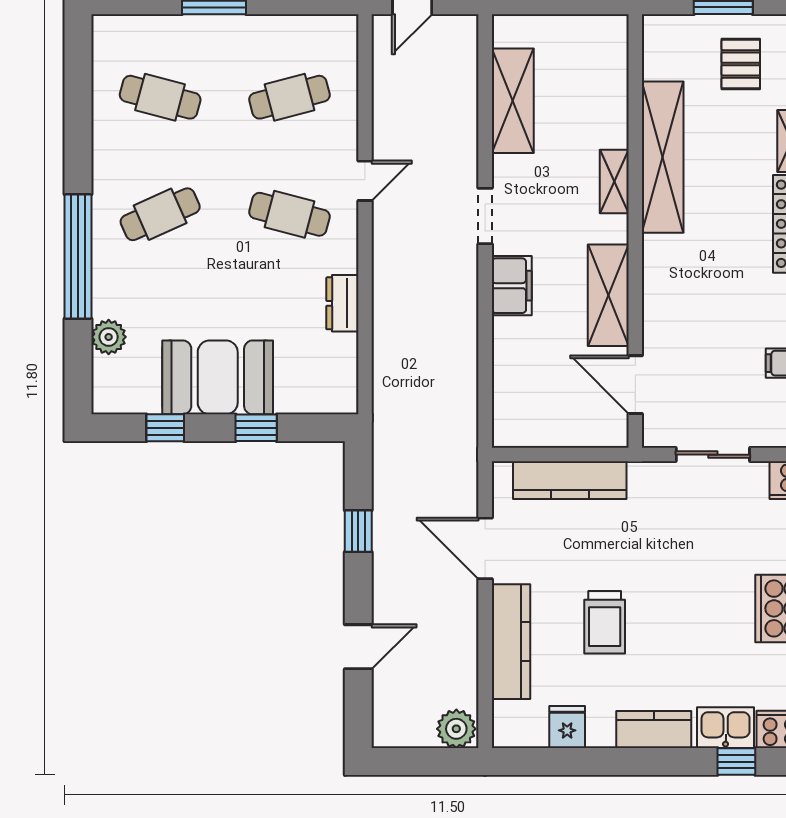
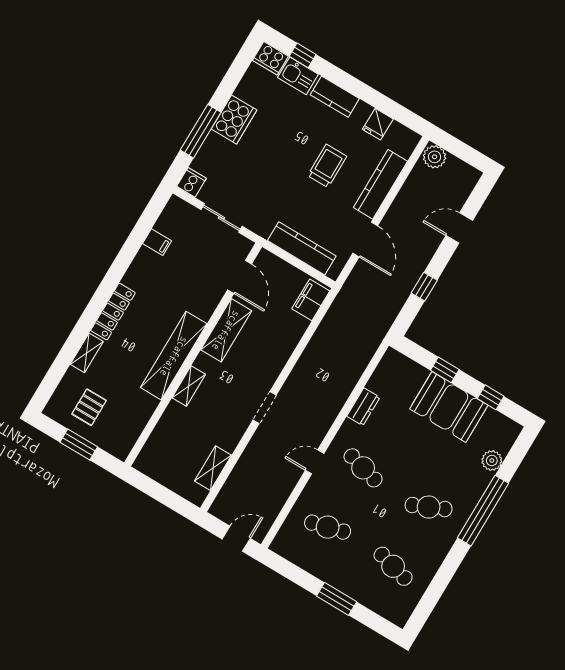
shelving: (513, 101) -> (213, 468), width x0.67, depth x0.75
shelving: (663, 157) -> (174, 356), moved
filing cabinet: (512, 286) -> (311, 300), moved

